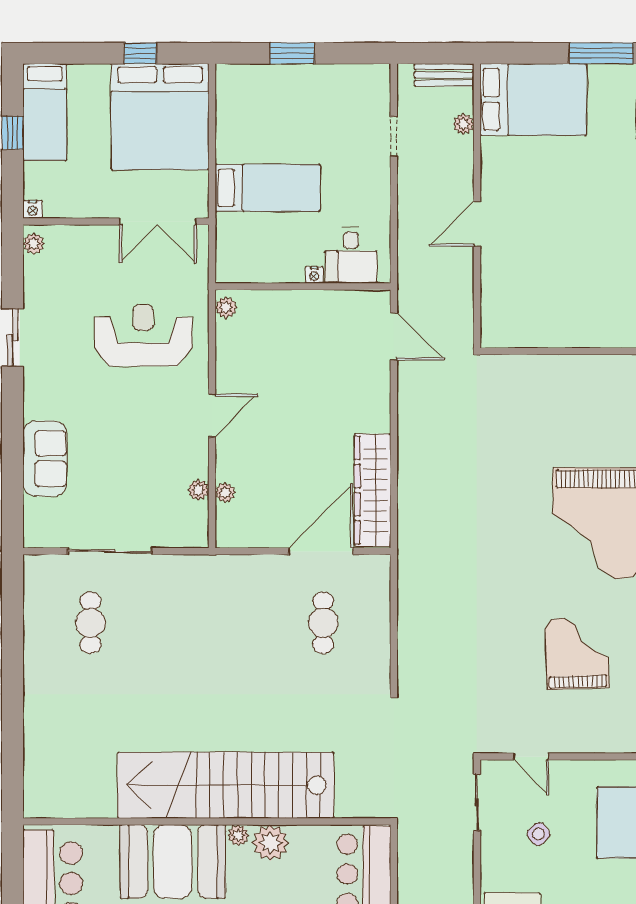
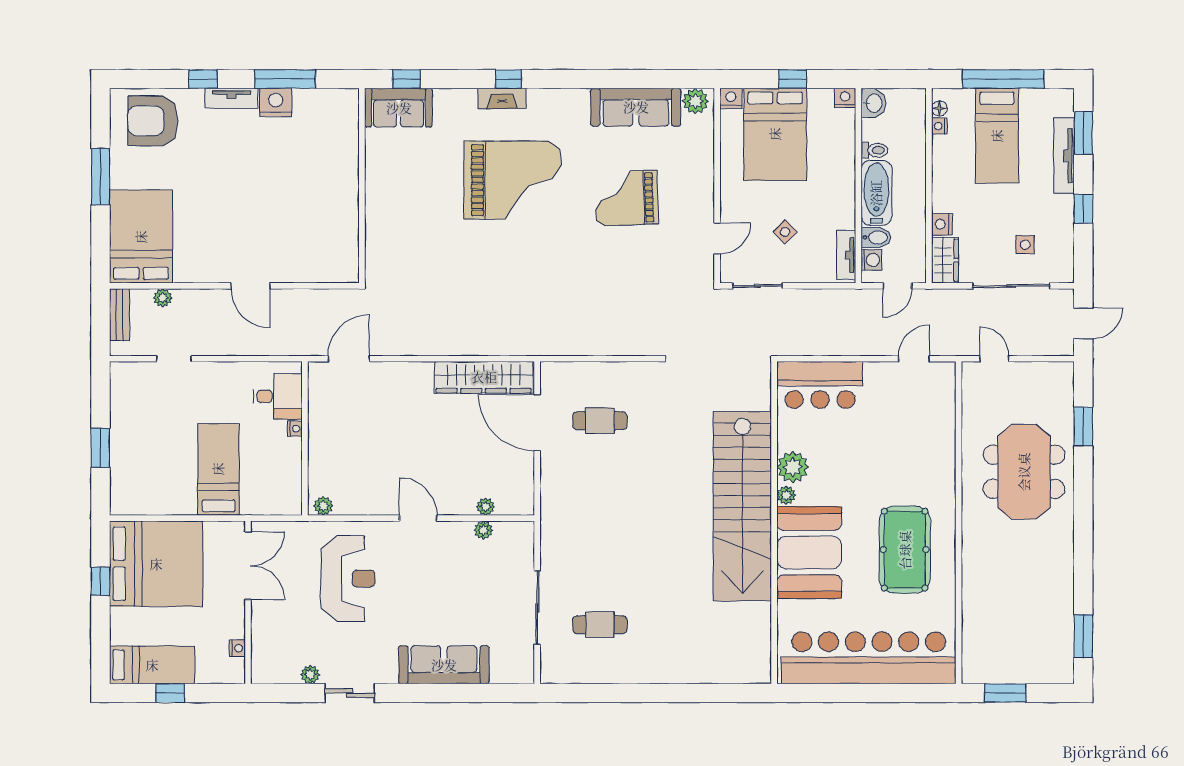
nightstand: (33, 209) -> (237, 648), moved
plant: (34, 244) -> (310, 675), moved
reception desk: (143, 335) -> (348, 579), turned 180
sofa: (45, 459) -> (444, 665), width x1.36

